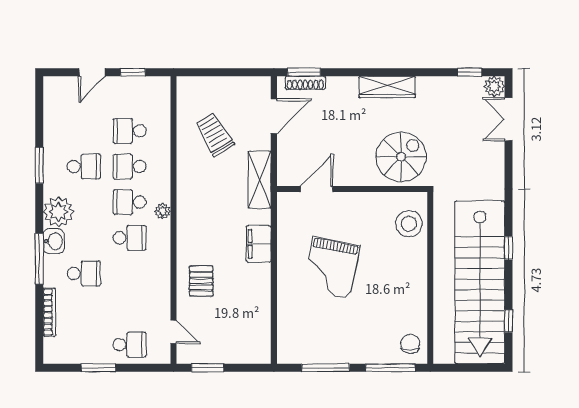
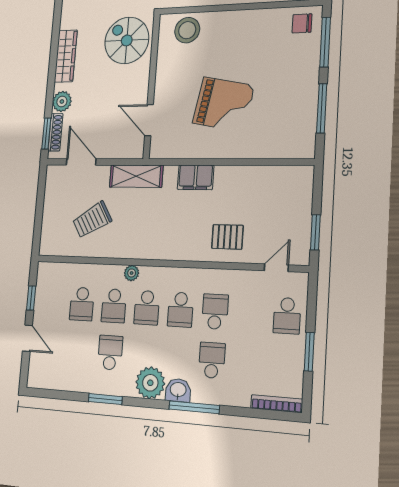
plant: (338, 87) -> (62, 101), added
plant: (163, 211) -> (132, 273), moved
school desk: (130, 238) -> (180, 310), turned 180
school desk: (130, 273) -> (215, 312), added
bookcase: (49, 312) -> (277, 404), moved
school desk: (130, 345) -> (287, 316), turned 180

